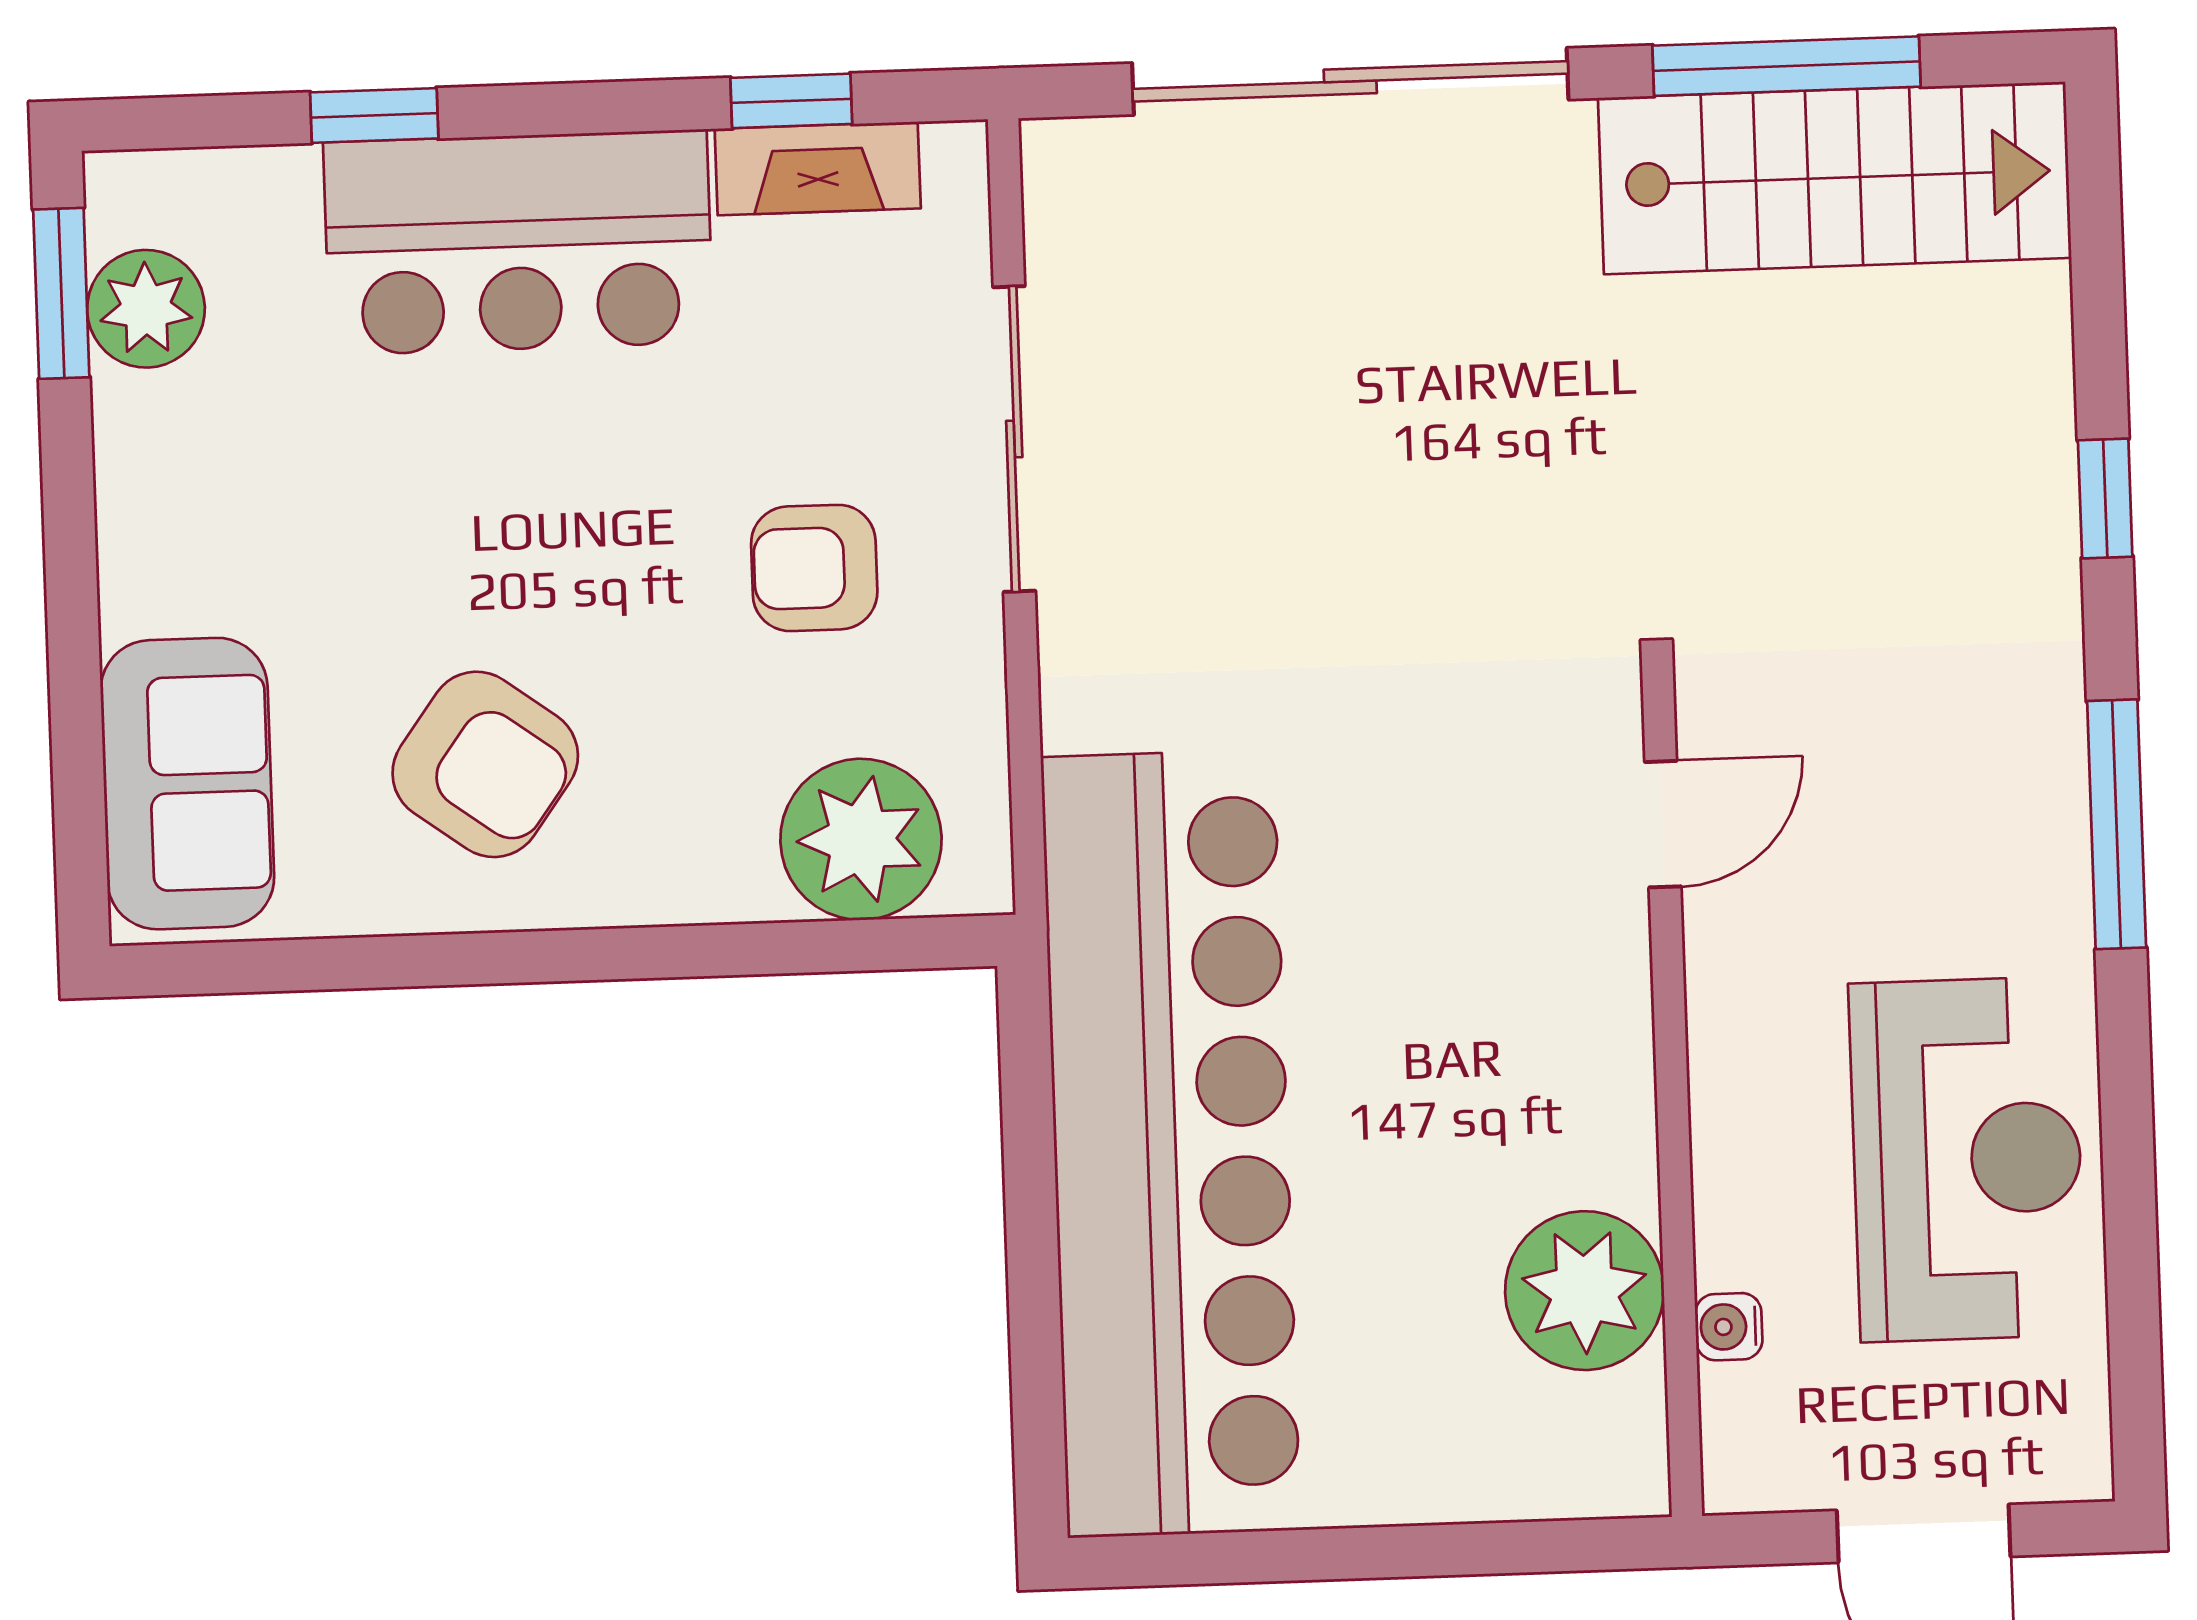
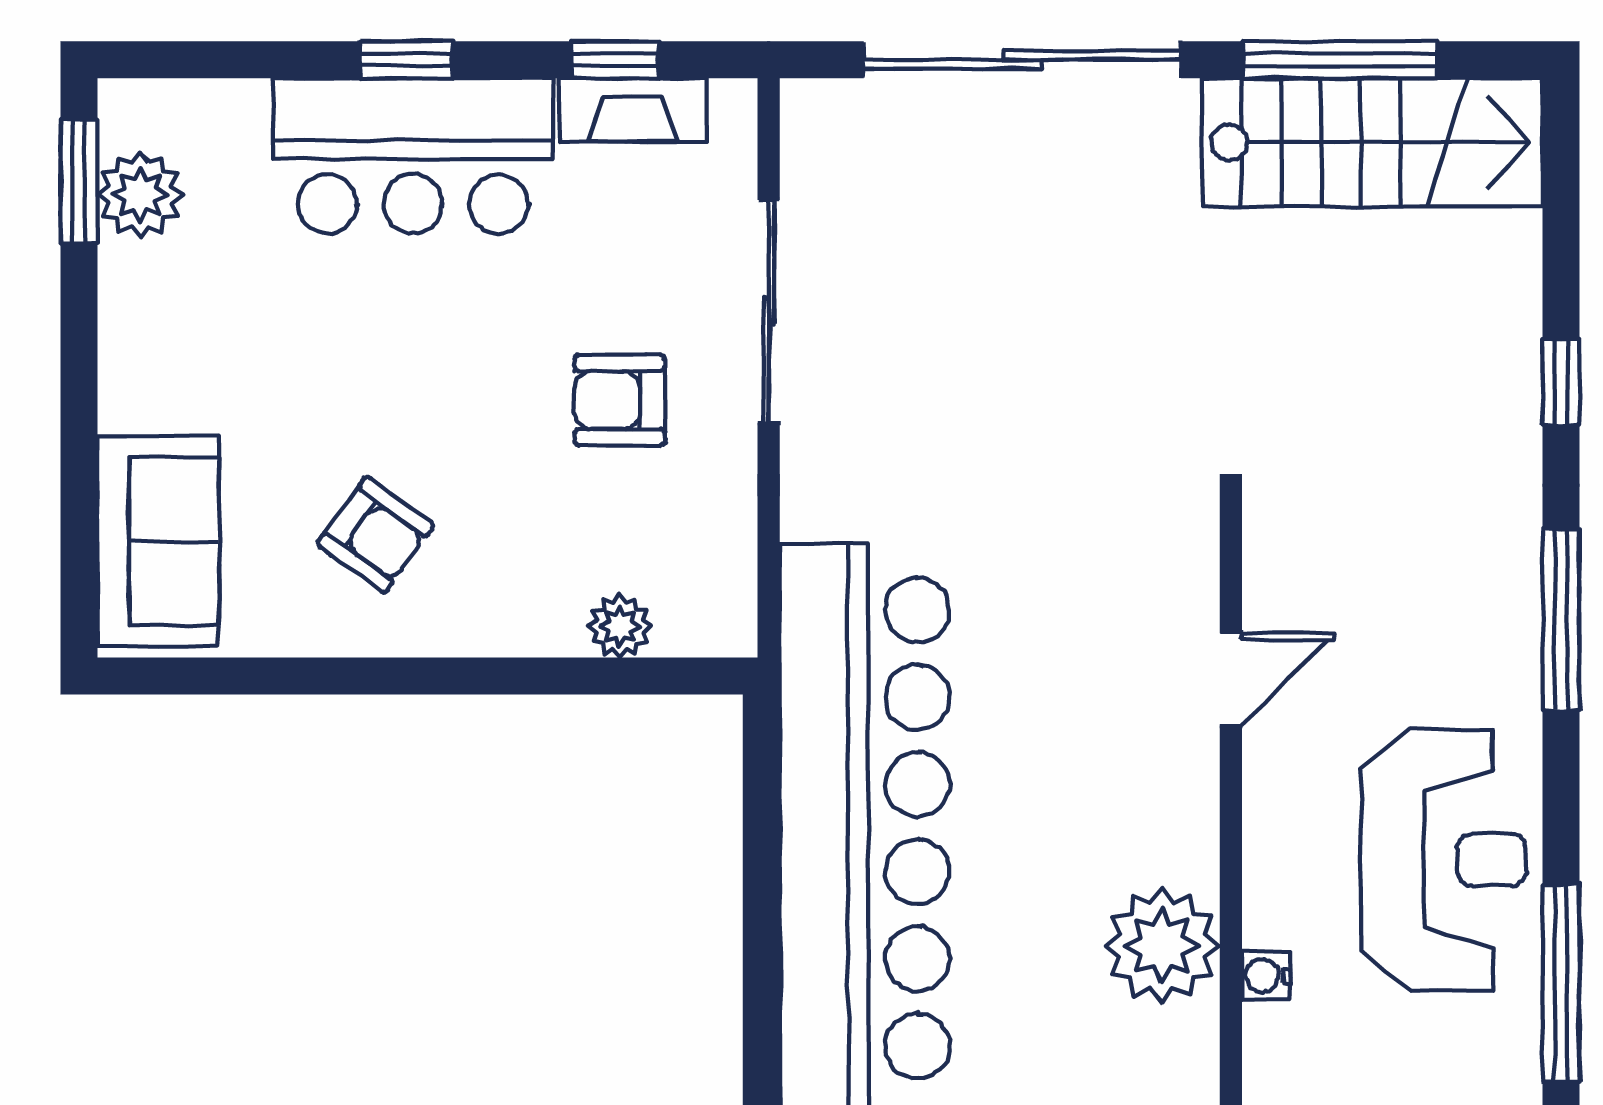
window: (374, 115) -> (406, 60), moved
armchair: (485, 764) -> (375, 535), width x0.72, depth x0.72
door: (1663, 824) -> (1231, 679), moved
plant: (861, 839) -> (620, 626), width x0.53, depth x0.53
window: (2134, 1323) -> (1561, 983), added

